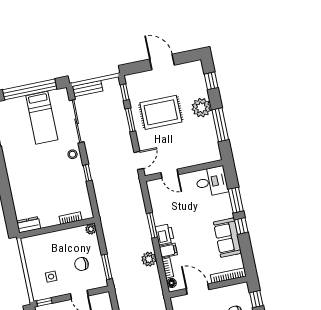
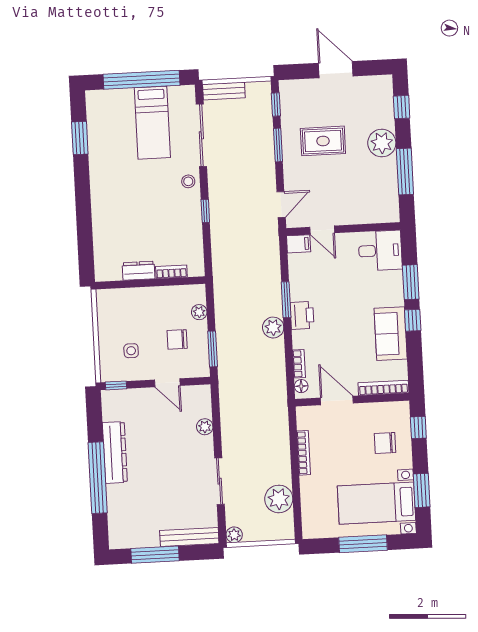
rug: (161, 112) -> (323, 141), width x0.73, depth x0.70
dresser: (29, 225) -> (139, 271), moved
plant: (91, 229) -> (199, 312), moved
filing cabinet: (168, 250) -> (299, 244), moved
plant: (149, 259) -> (273, 328), moved

